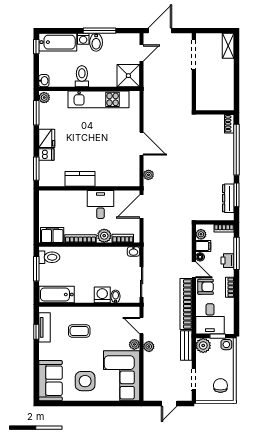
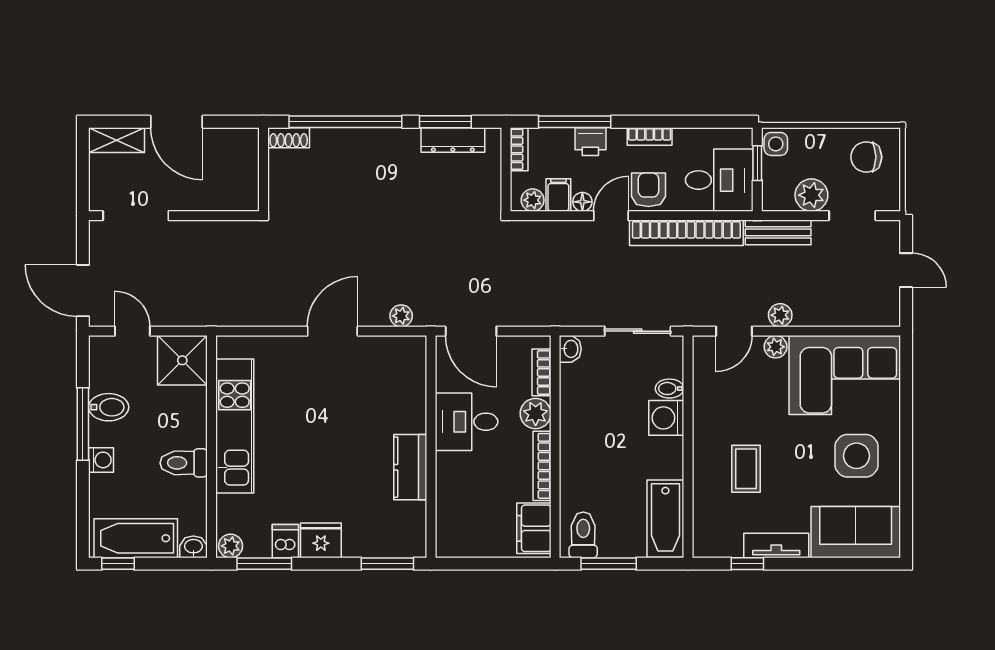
bathtub: (58, 42) -> (136, 538), moved, turned -90
bidet: (96, 42) -> (109, 407), moved
door: (236, 73) -> (177, 122), added
dishwasher: (46, 155) -> (285, 541), moved
tv unit: (44, 327) -> (776, 545), moved
plant: (203, 345) -> (811, 195), moved

